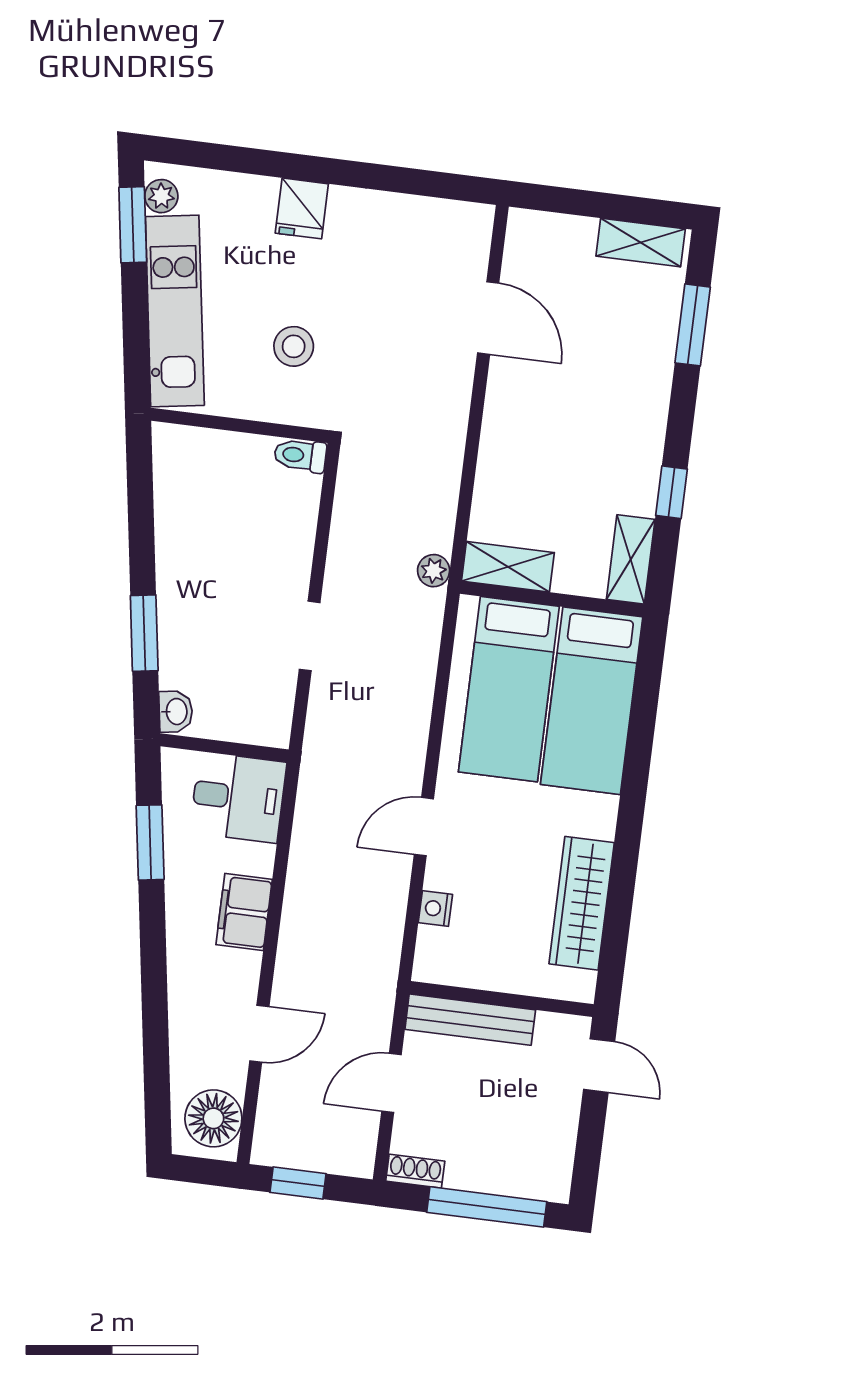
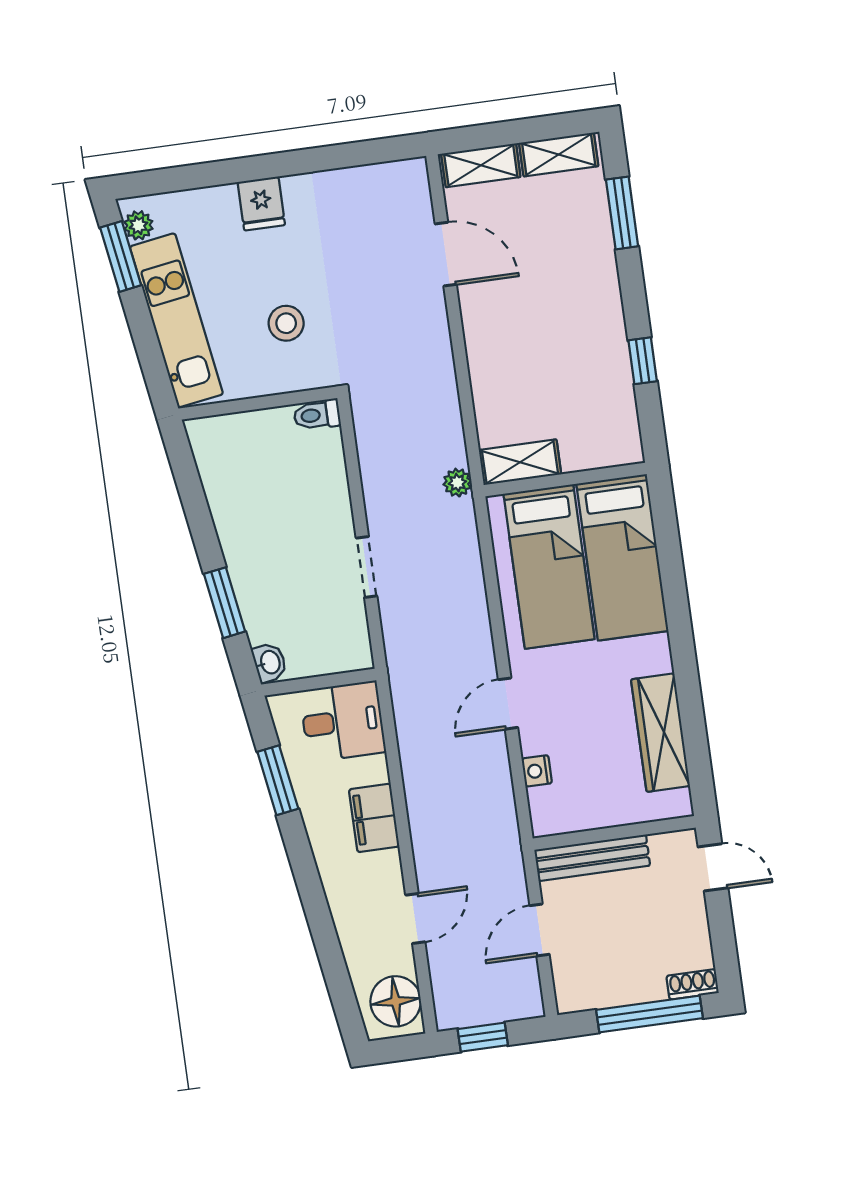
shelving: (631, 559) -> (481, 165), moved, turned 90
shoe rack: (415, 1171) -> (693, 984), moved

